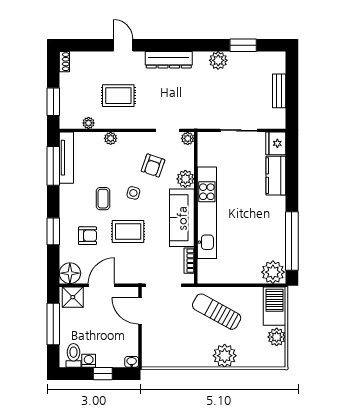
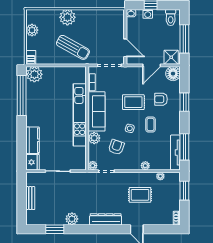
barbecue: (275, 306) -> (31, 57), width x0.53, depth x0.65
washing machine: (89, 361) -> (148, 14), moved

